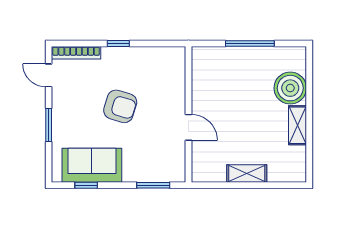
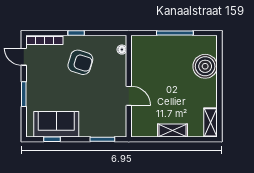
floor lamp: (179, 66) -> (122, 50), added
armchair: (120, 106) -> (80, 62), moved
shelving: (298, 125) -> (211, 122), moved

